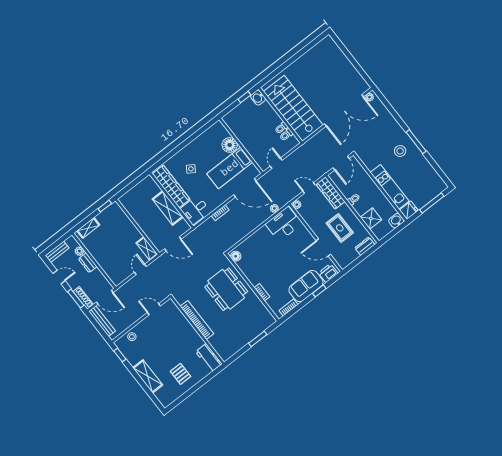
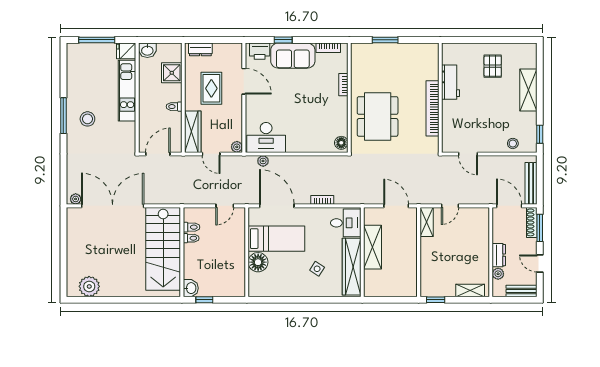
plant: (320, 51) -> (89, 286), added
workbench: (209, 358) -> (451, 82), moved

